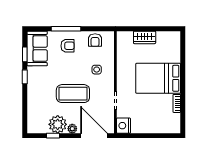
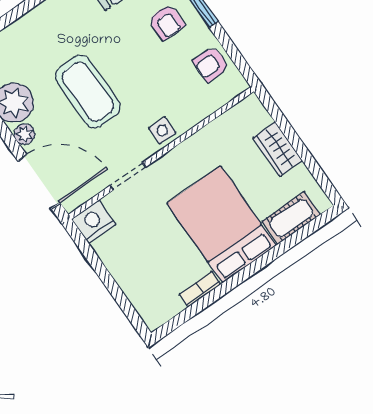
cot: (174, 50) -> (291, 218), added
side table: (97, 70) -> (162, 130), moved
door: (94, 136) -> (39, 182), hinge flipped

